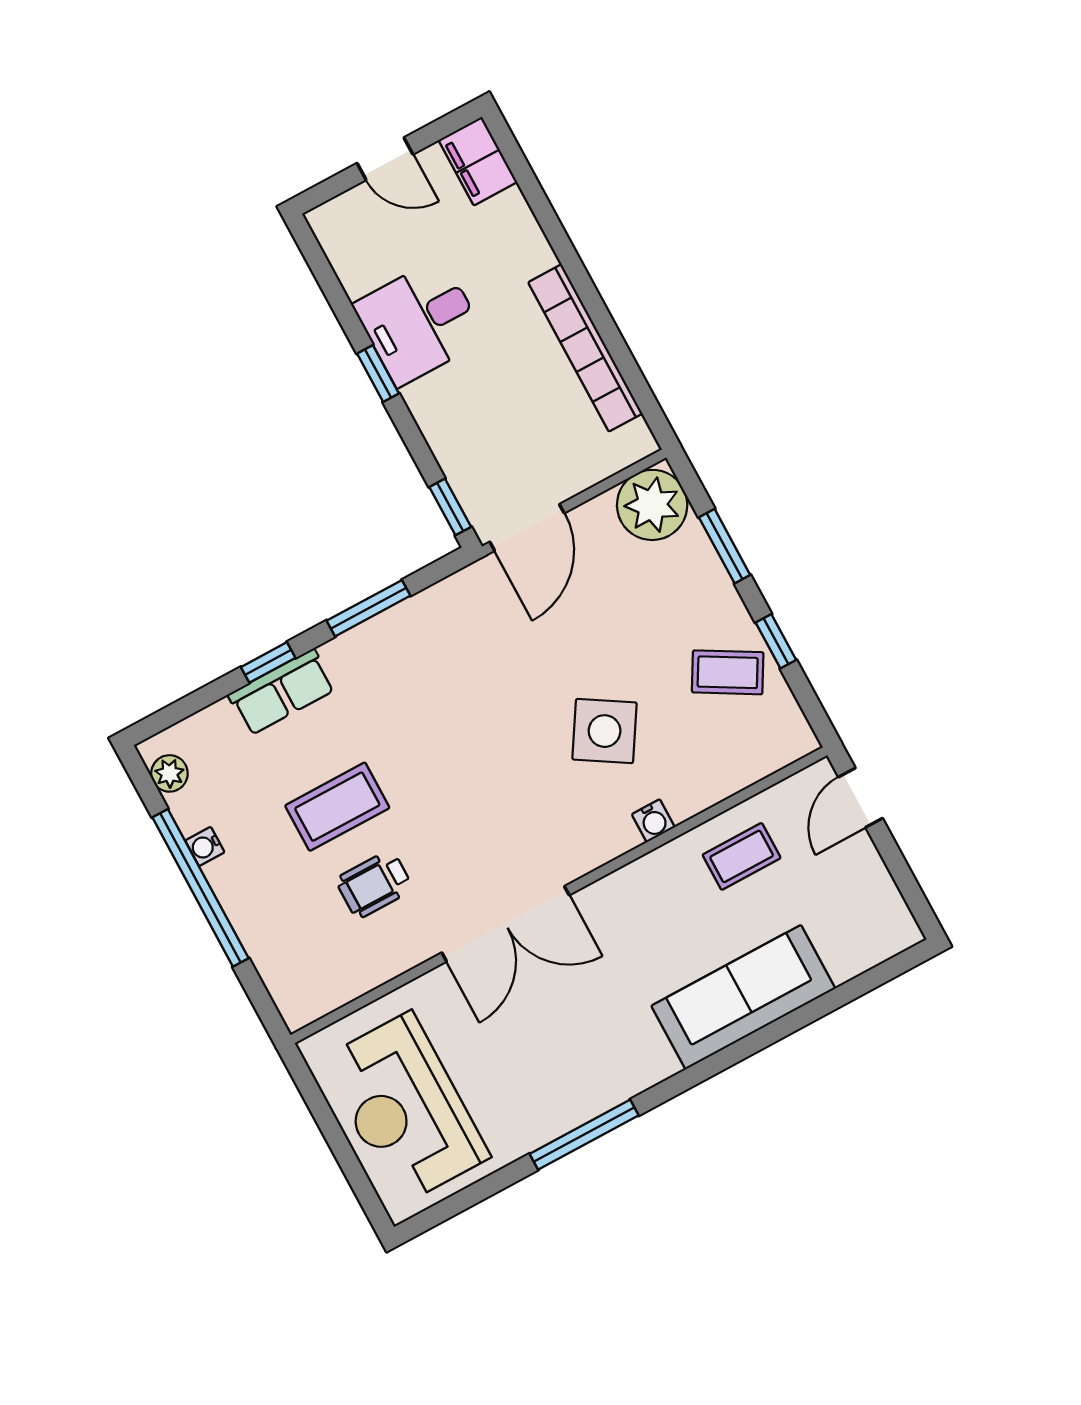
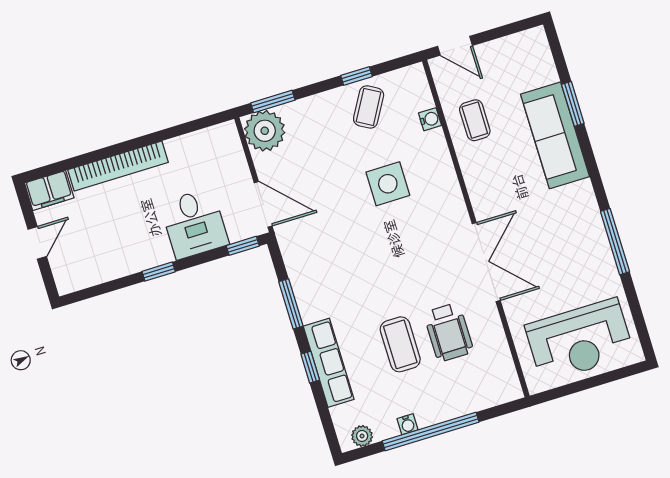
desk: (420, 322) -> (194, 224), moved
bookcase: (585, 348) -> (118, 166), moved
window: (725, 546) -> (273, 102), moved
row of seats: (282, 692) -> (329, 363), width x1.48
side table: (605, 731) -> (388, 184), turned -32
water cooler: (653, 821) -> (430, 119), moved
wheelchair: (374, 884) -> (449, 332), width x1.36, depth x1.37
window: (803, 1016) -> (573, 104), added

